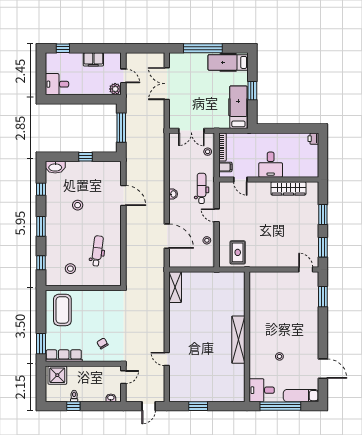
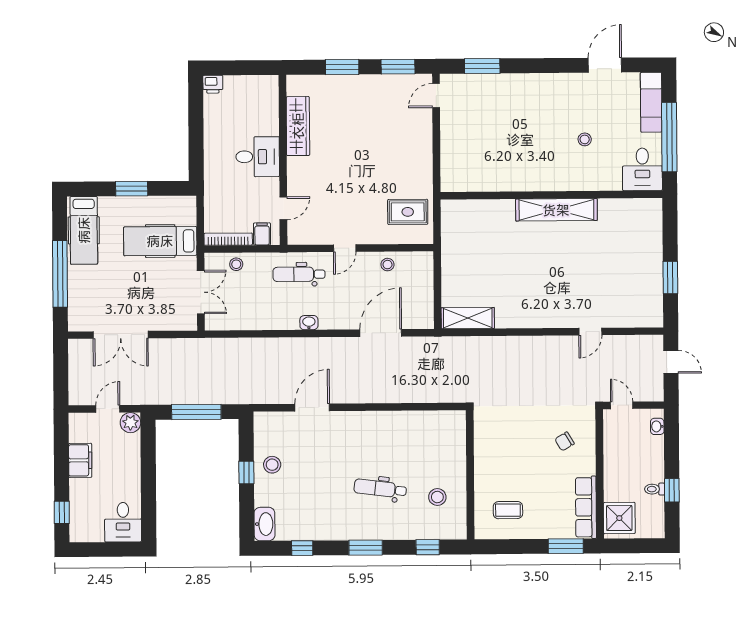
hospital bed: (238, 107) -> (160, 241), moved
stool: (78, 205) -> (272, 465), moved
dental chair: (97, 251) -> (380, 489), moved
coffee table: (62, 310) -> (508, 510), width x0.54, depth x0.58

